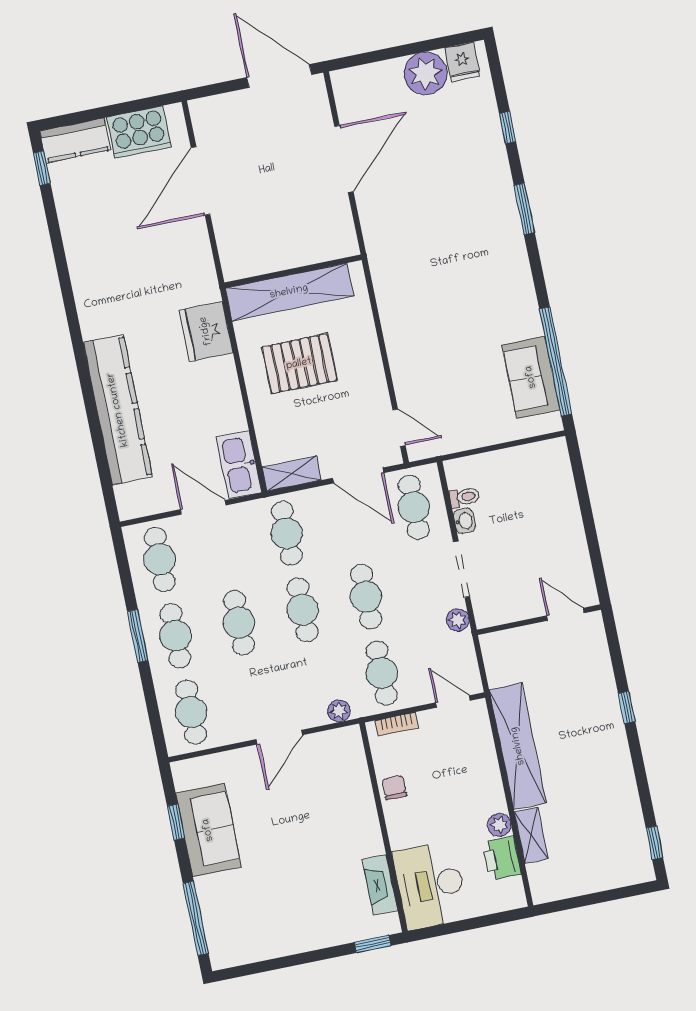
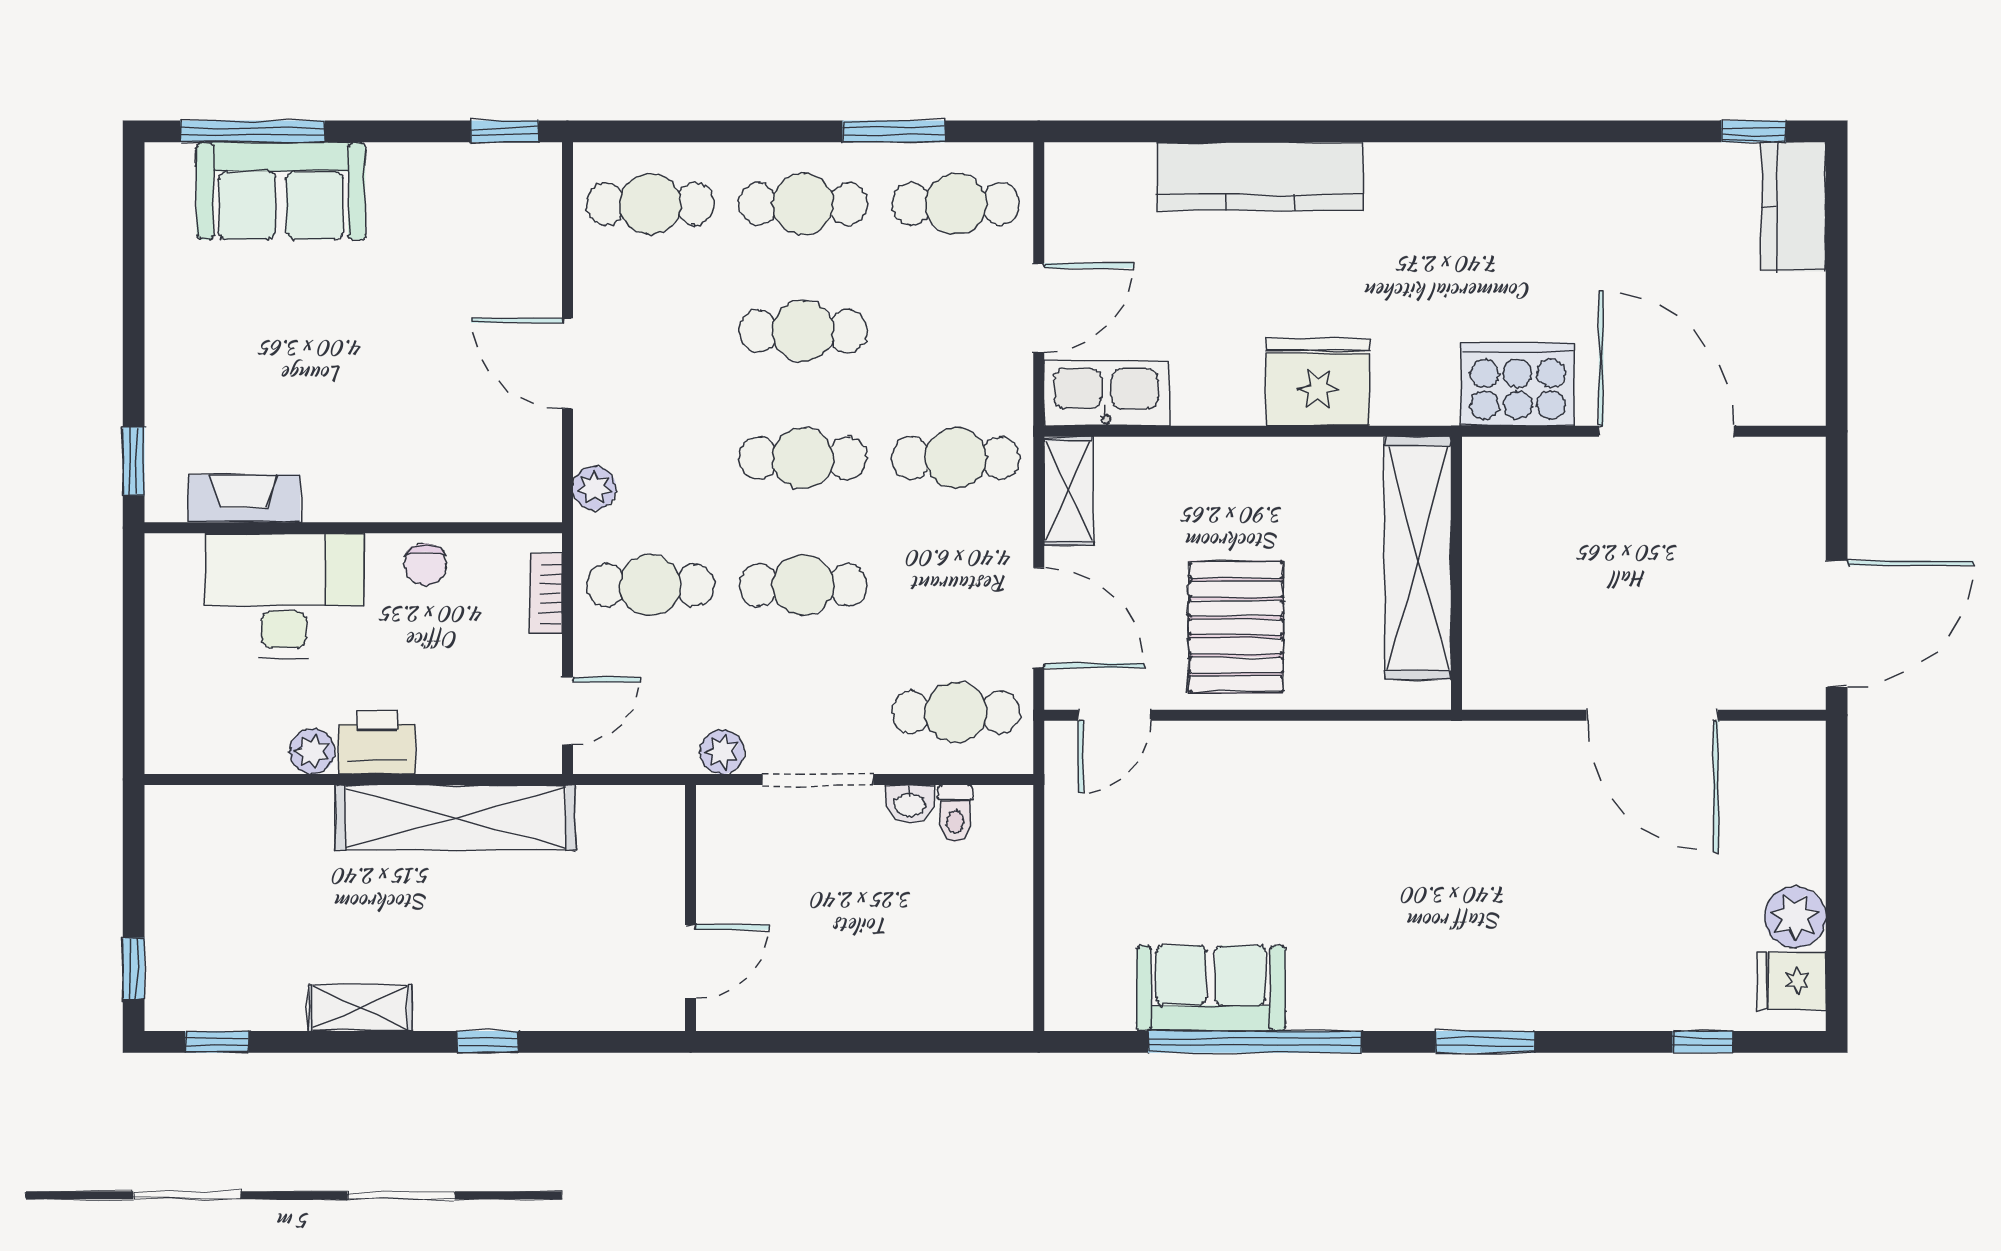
plant: (426, 73) -> (1795, 917), width x0.73, depth x0.73
window: (508, 127) -> (1703, 1042), moved
cooker: (139, 132) -> (1518, 384), moved, turned 90
fridge: (206, 331) -> (1318, 382), moved
window: (556, 361) -> (1255, 1042), moved
pallet: (299, 364) -> (1236, 627), moved
sofa: (531, 377) -> (1211, 988), moved
kitchen counter: (118, 410) -> (1260, 176), width x0.72, depth x0.86
door: (358, 475) -> (1039, 618), swing flipped
window: (138, 636) -> (894, 131), moved
chair: (394, 788) -> (425, 565), turned 90
window: (176, 822) -> (505, 131), moved
sofa: (208, 830) -> (281, 191), moved
shelving: (531, 835) -> (360, 1008), moved
printer: (502, 858) -> (377, 743), moved
desk: (431, 885) -> (284, 596), moved
window: (626, 892) -> (134, 968), added

